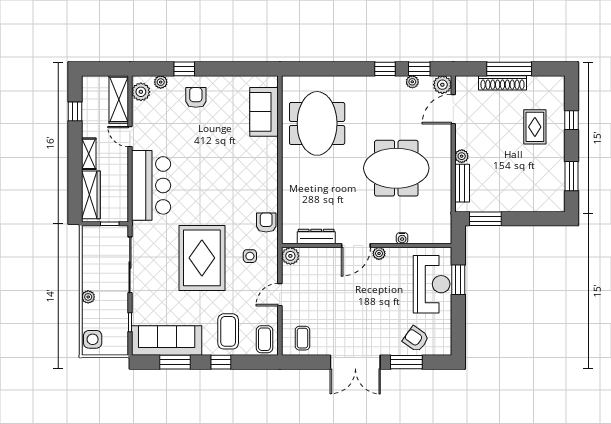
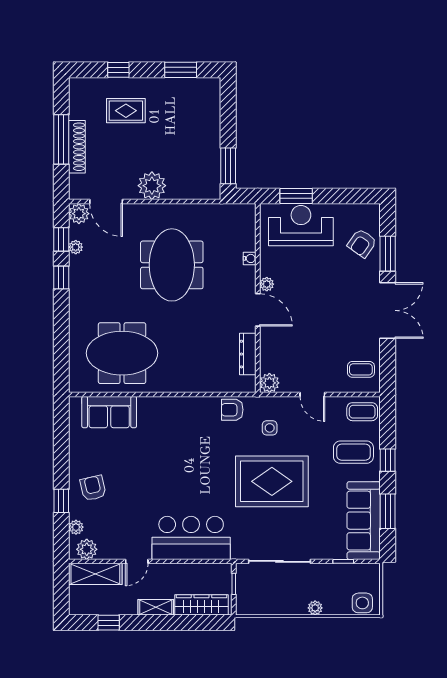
armchair: (196, 97) -> (93, 488), turned 77
plant: (462, 156) -> (152, 186), width x1.87, depth x1.87
bench: (462, 183) -> (189, 192), removed

